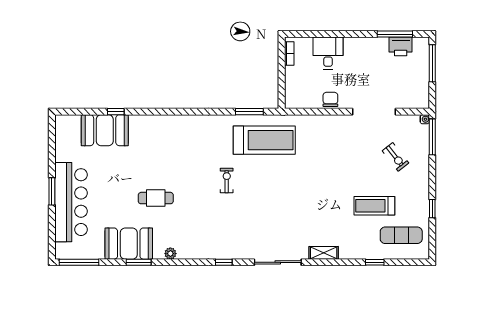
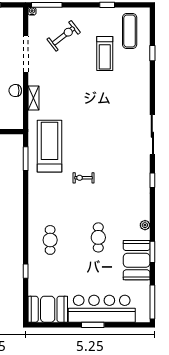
booth: (105, 130) -> (48, 309), moved, turned 90
cafe table: (153, 141) -> (50, 240), added
exercise bike: (396, 157) -> (64, 36), width x1.38, depth x1.39
shelving: (324, 253) -> (33, 98), moved

